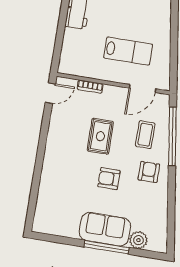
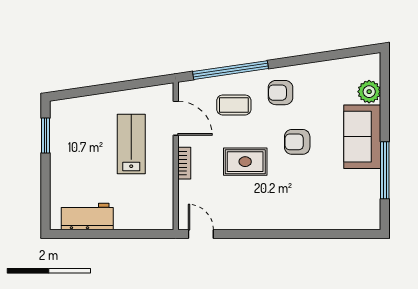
bookcase: (90, 87) -> (184, 163), moved
armchair: (109, 179) -> (297, 142), turned 90
window: (107, 247) -> (385, 170), moved

